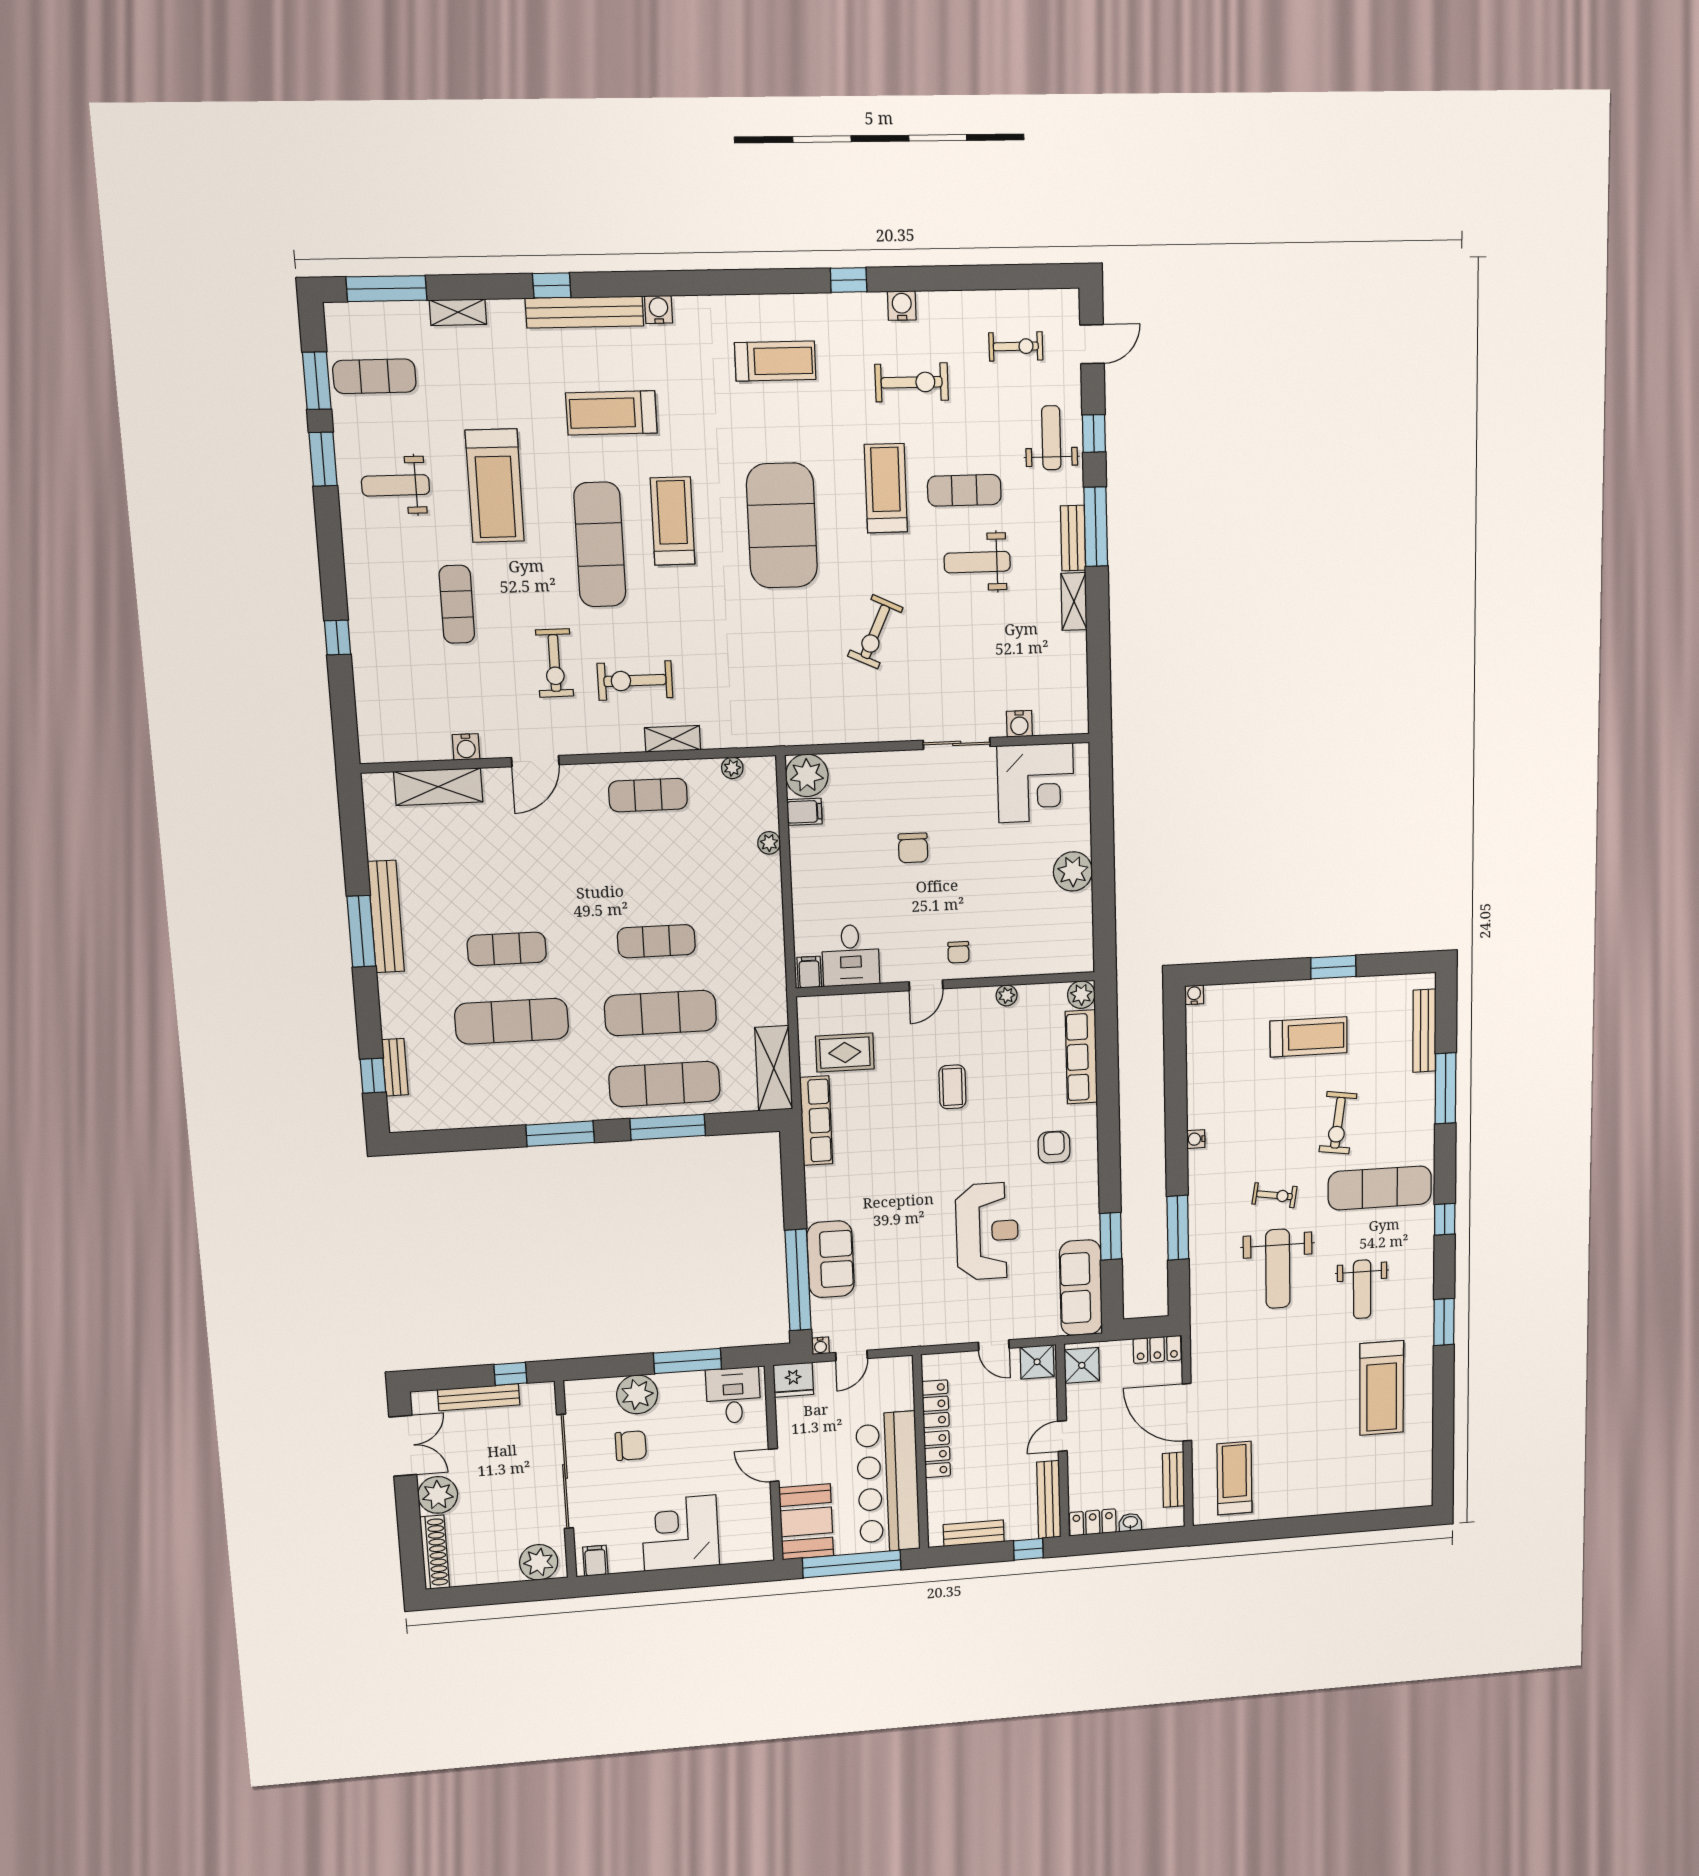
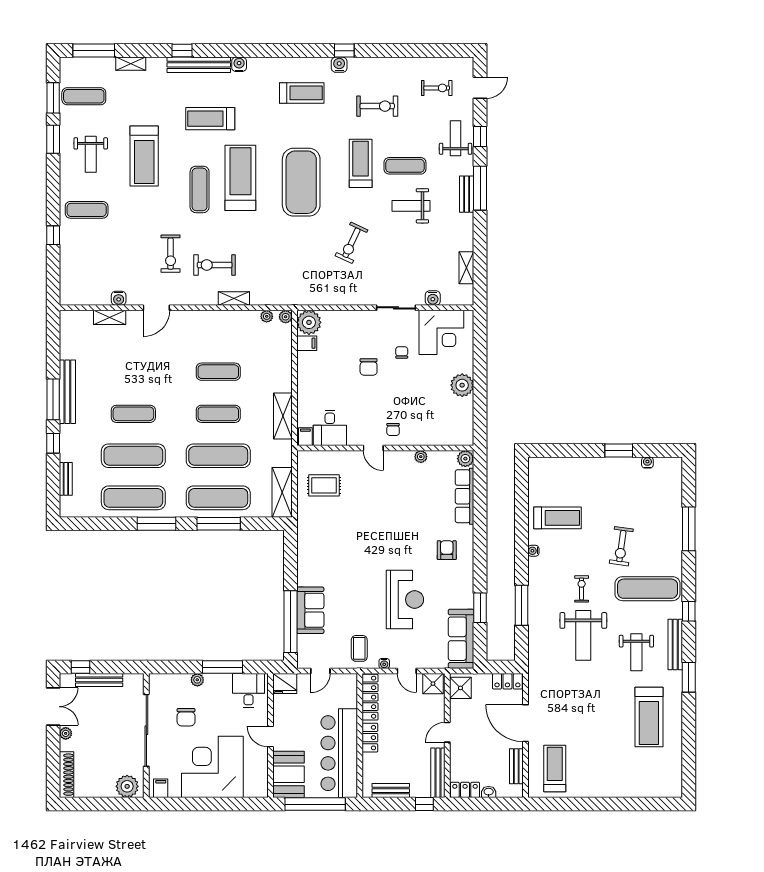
water cooler: (902, 306) -> (339, 65), moved
weight bench: (396, 485) -> (91, 154), turned -90
treadmill: (673, 521) -> (240, 178), width x1.37, depth x1.38
exercise mat: (600, 545) -> (200, 189), width x0.73, depth x0.69
shelving: (1074, 601) -> (466, 268), moved
exercise mat: (457, 604) -> (87, 210), moved, turned 90
shelving: (438, 787) -> (110, 317), width x0.67, depth x0.75
exercise mat: (648, 795) -> (218, 372), moved
chair: (969, 820) -> (402, 352), added
plant: (769, 843) -> (286, 317), moved
shelving: (769, 939) -> (283, 416), added
door: (926, 985) -> (373, 448), hinge flipped
water cooler: (1194, 995) -> (647, 462), moved
bench: (1424, 1031) -> (675, 644), moved
treadmill: (1309, 1037) -> (558, 518), moved
window: (373, 1076) -> (53, 443), moved
coffee table: (952, 1087) -> (359, 648), moved
exercise mat: (517, 1093) -> (133, 498), added
row of seats: (816, 1121) -> (305, 525), removed
exercise bike: (1274, 1195) -> (582, 589), turned -99
water cooler: (820, 1346) -> (384, 663), moved
window: (510, 1374) -> (80, 667), moved
plant: (637, 1394) -> (197, 680), width x0.53, depth x0.53
locker: (935, 1404) -> (370, 697), width x1.53
chair: (631, 1446) -> (186, 717), turned 90
plant: (438, 1495) -> (66, 733), width x0.53, depth x0.53
corner desk: (680, 1533) -> (212, 767), width x1.36, depth x1.36

